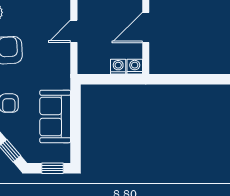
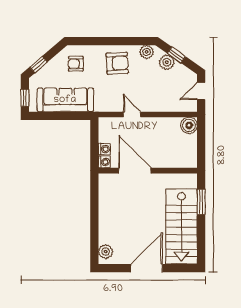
door: (146, 28) -> (135, 171), width x1.36
sofa: (55, 116) -> (65, 100), width x1.36

